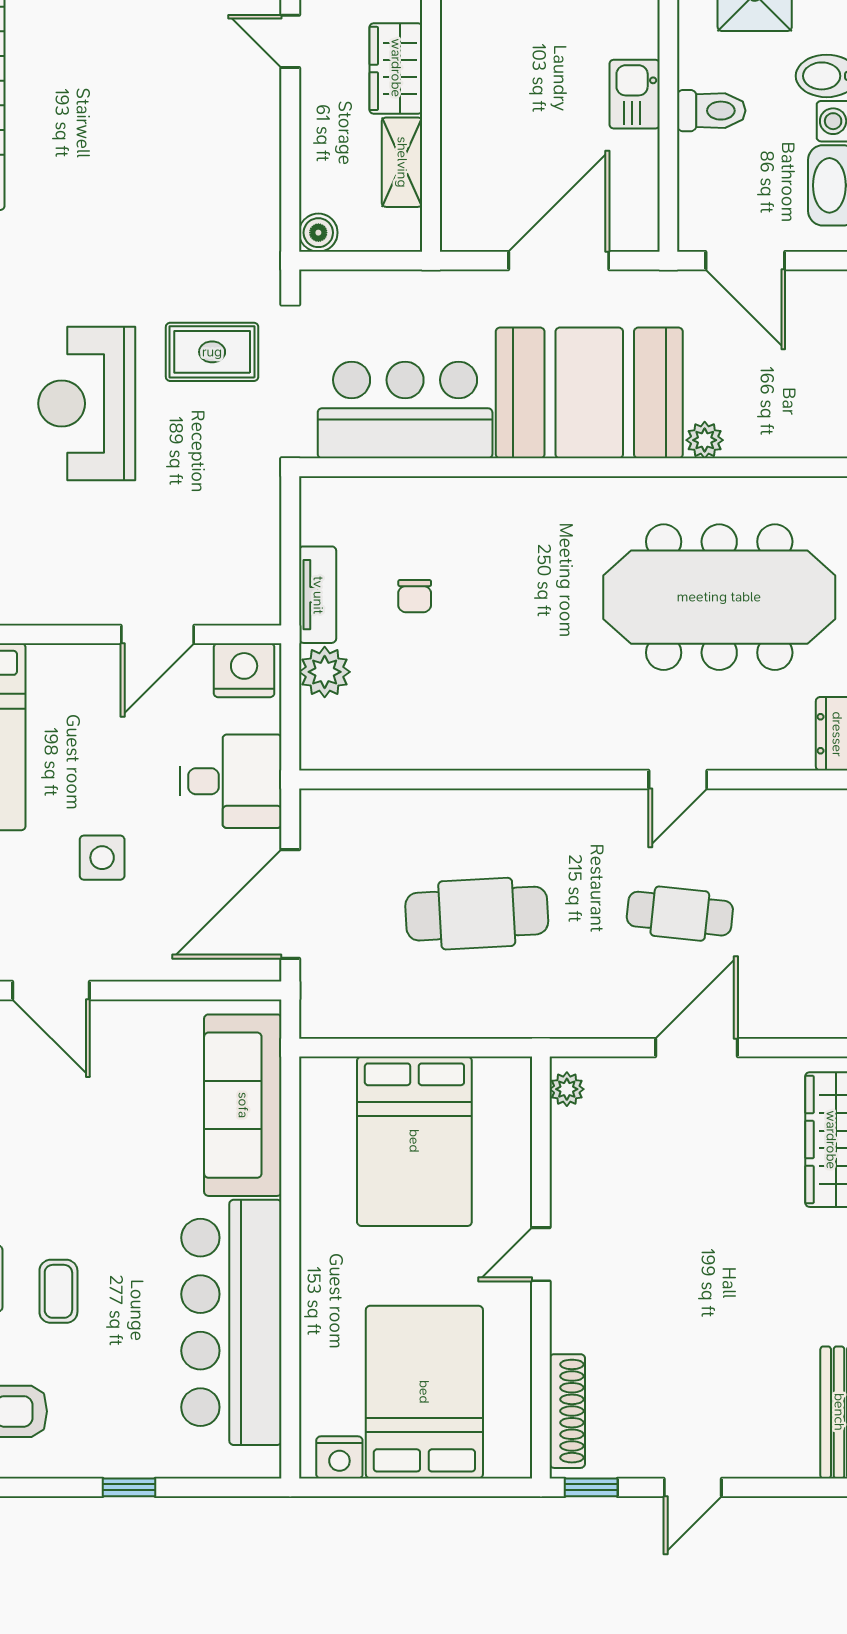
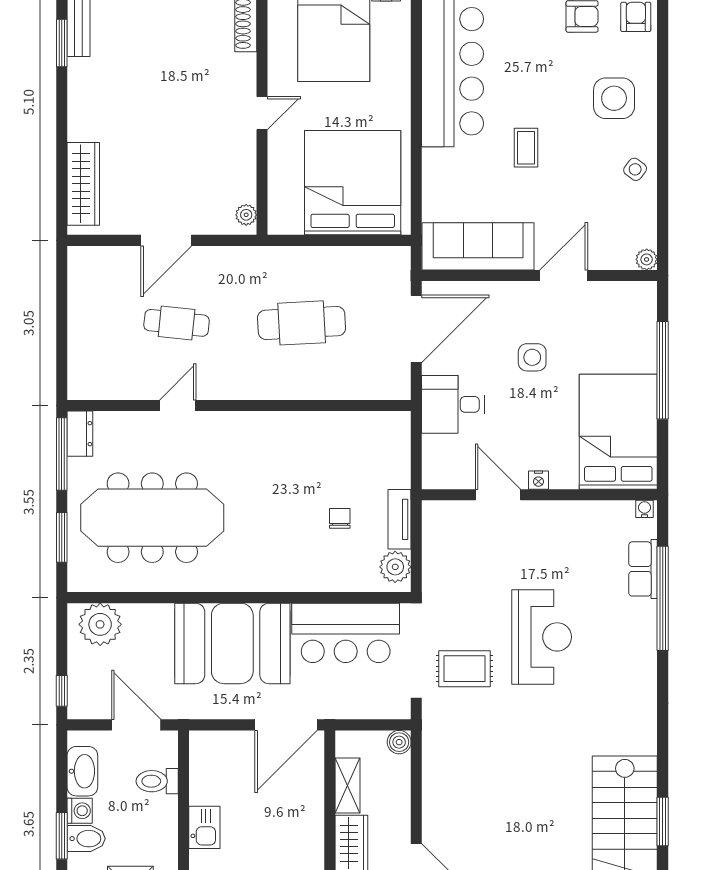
toilet: (711, 111) -> (157, 781), moved
door: (559, 261) -> (286, 725), moved
plant: (705, 440) -> (100, 624), moved, width x1.88, depth x1.88
door: (158, 634) -> (498, 495), hinge flipped
nightstand: (244, 670) -> (538, 480), moved, width x0.53, depth x0.56
plant: (325, 672) -> (395, 567), moved
door: (51, 991) -> (564, 276), hinge flipped
sofa: (243, 1105) -> (478, 246), moved, turned -90
bed: (414, 1141) -> (353, 183), width x1.36
coffee table: (58, 1291) -> (526, 148), moved

